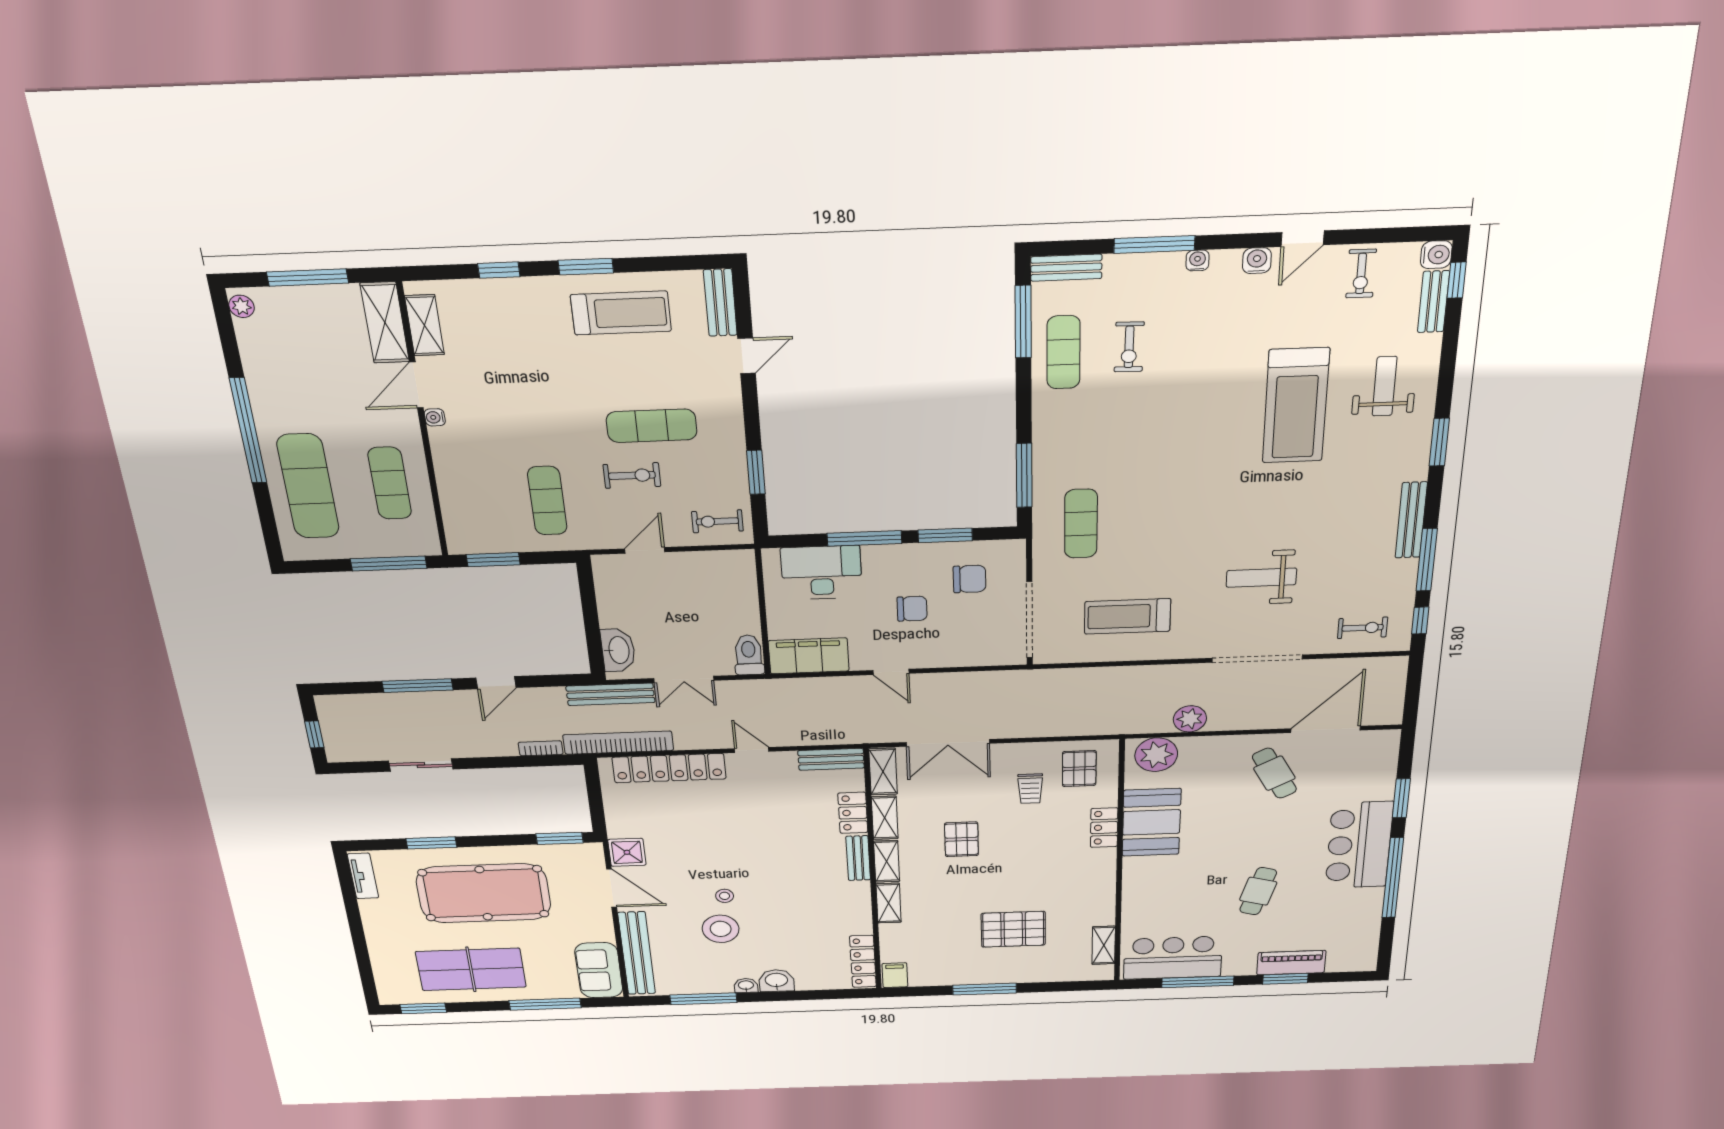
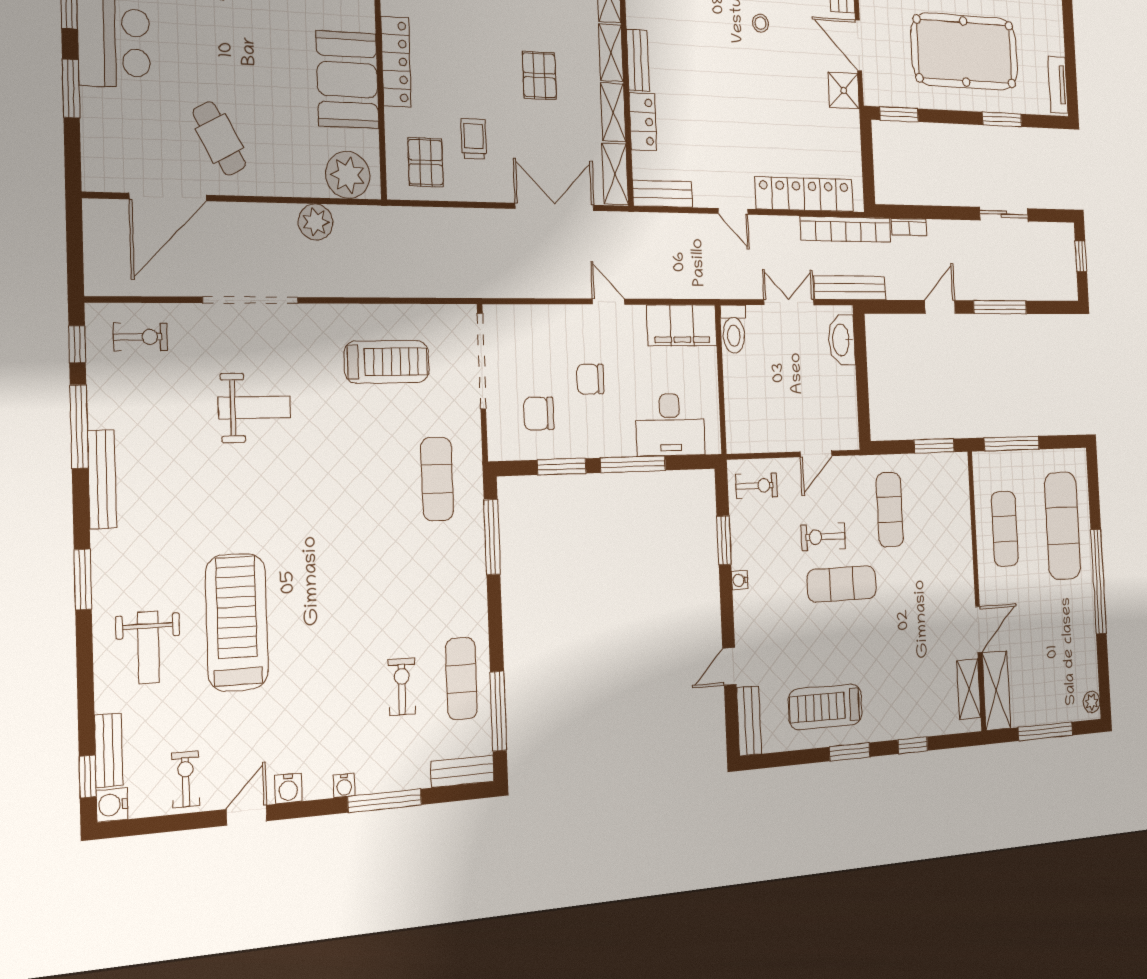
water cooler: (435, 417) -> (740, 580), moved, turned 180
exercise mat: (652, 426) -> (842, 584), moved
exercise bike: (1363, 628) -> (140, 337), turned 180
locker: (1104, 828) -> (396, 62), width x1.53

